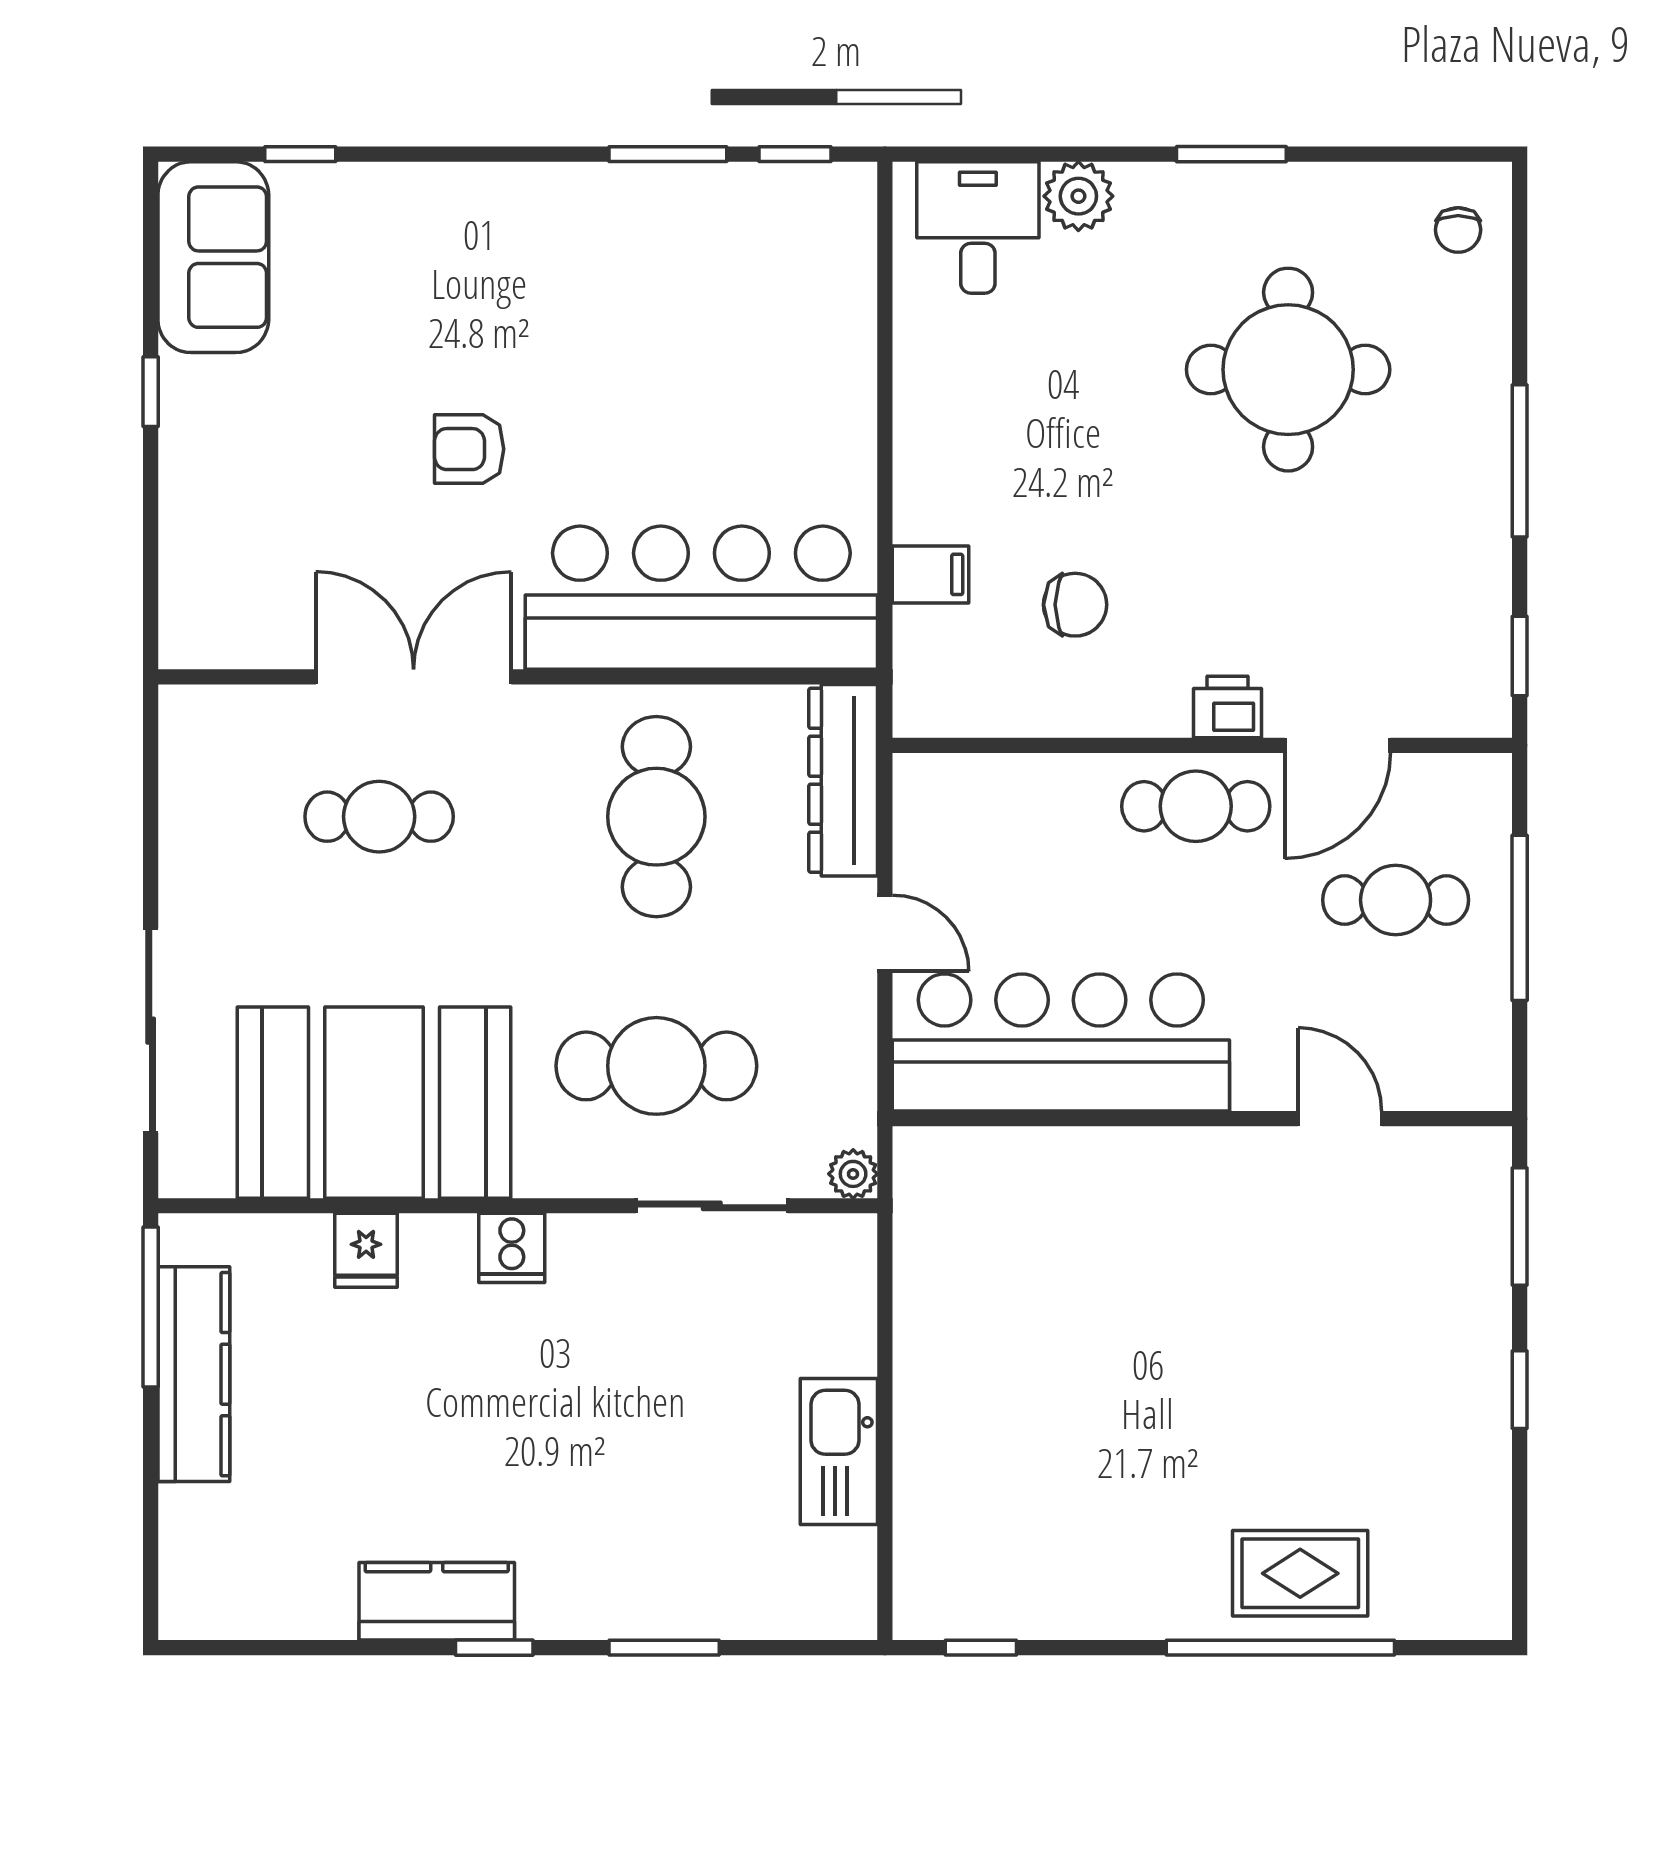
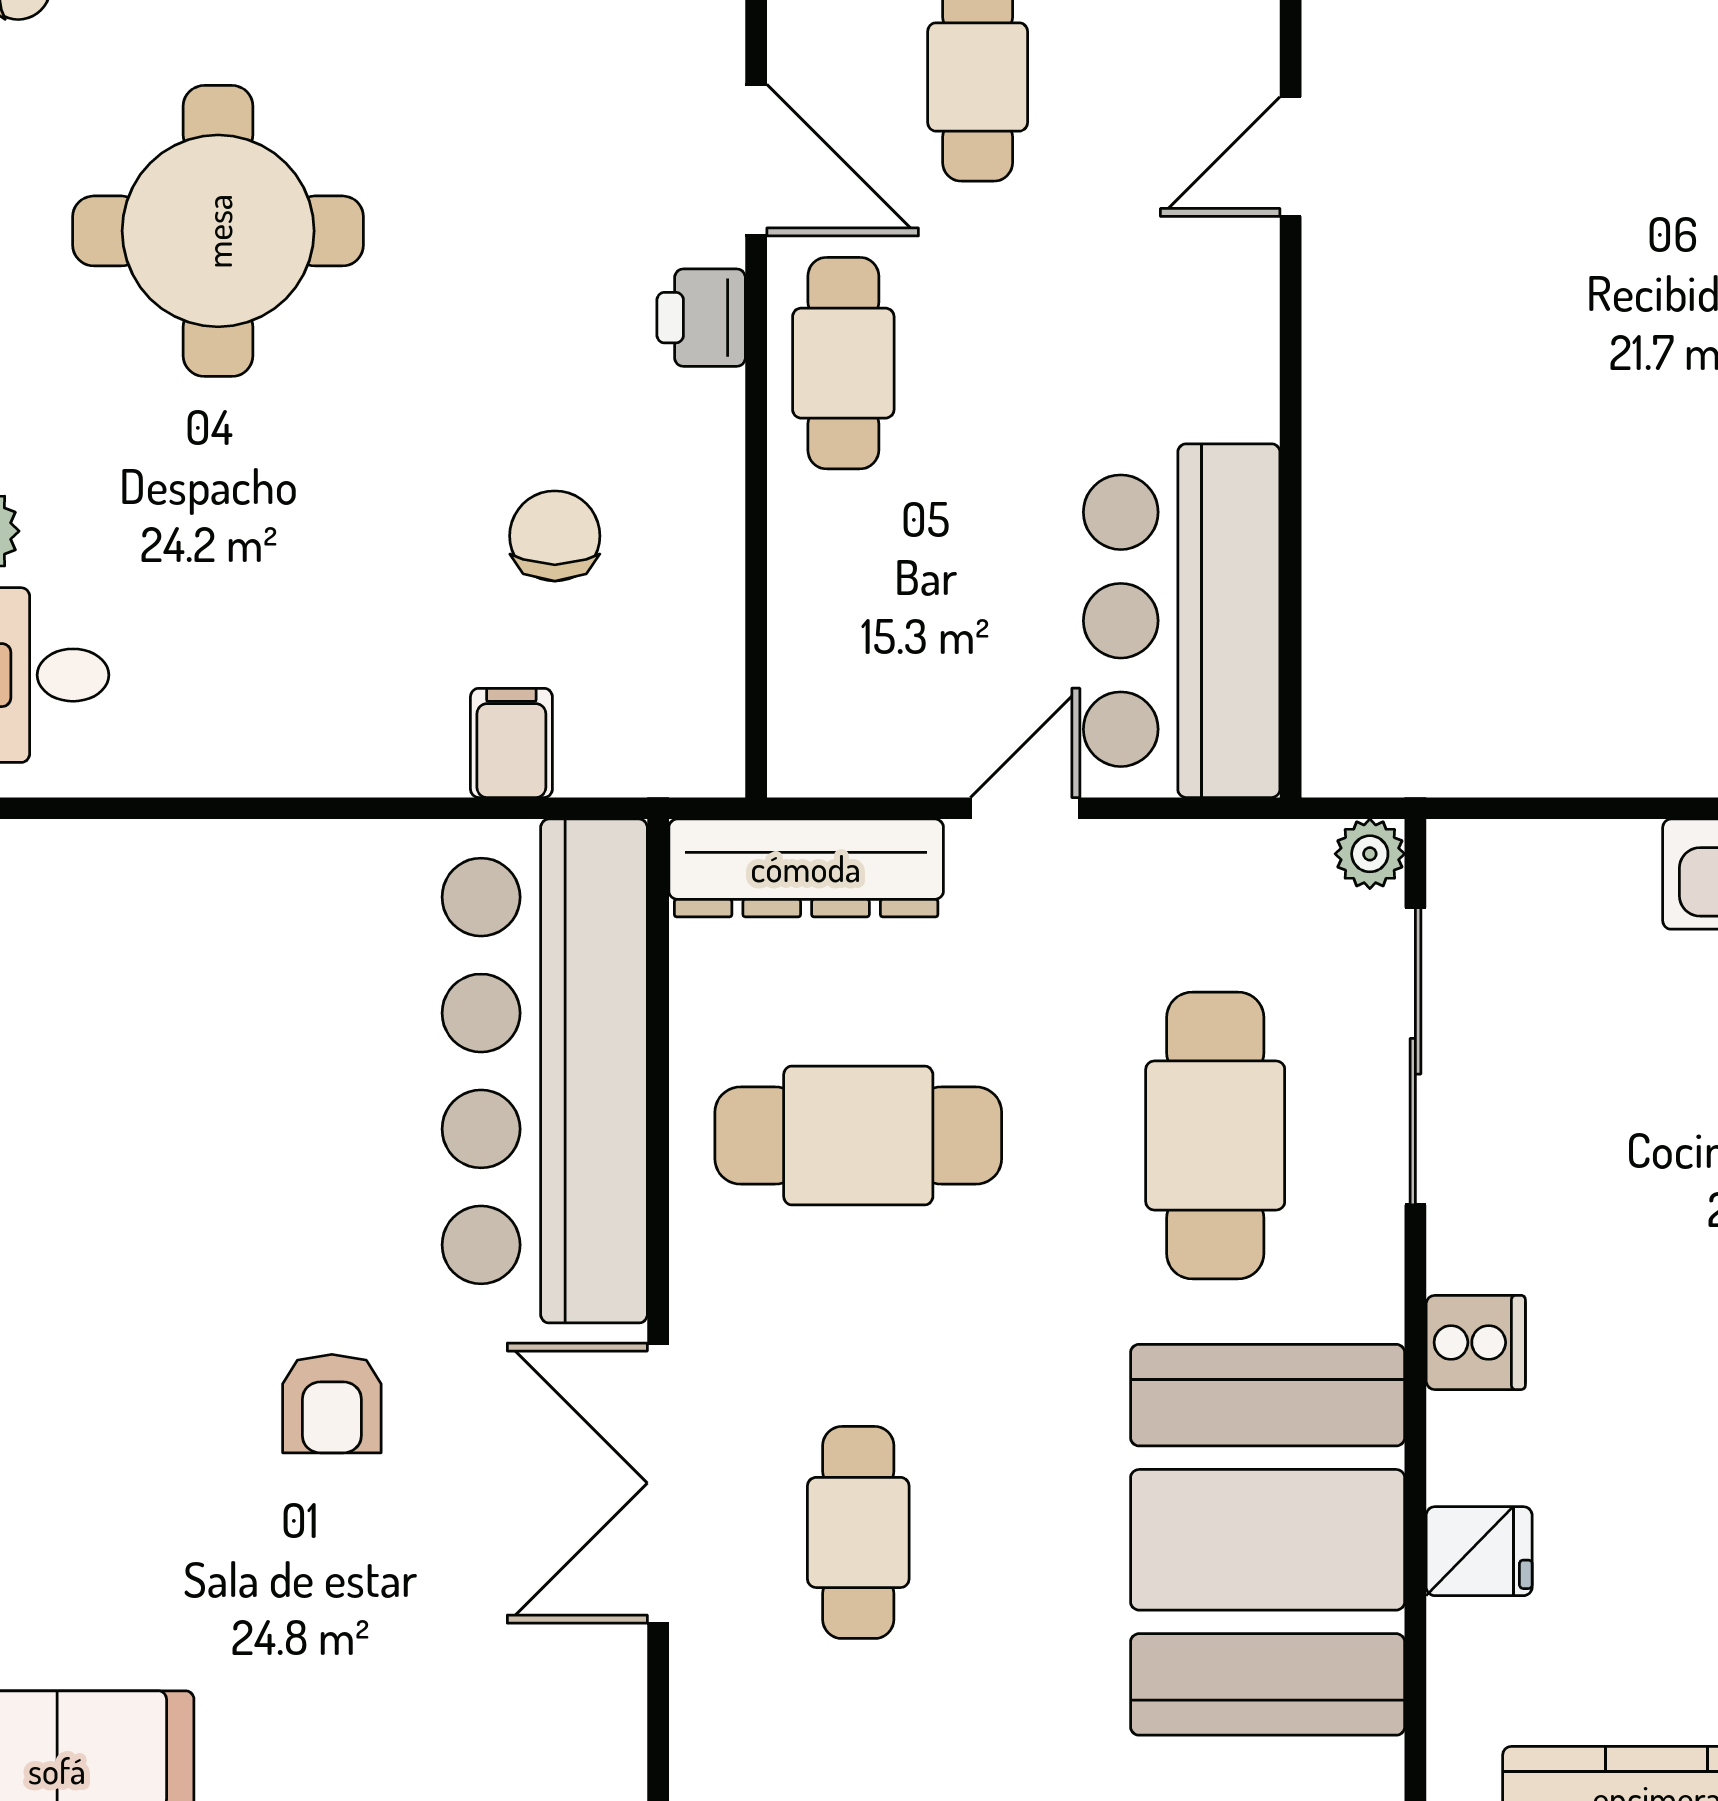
bar counter: (1061, 1043) -> (1182, 621), width x0.73
sliding door: (712, 1206) -> (1415, 1056), width x1.37

